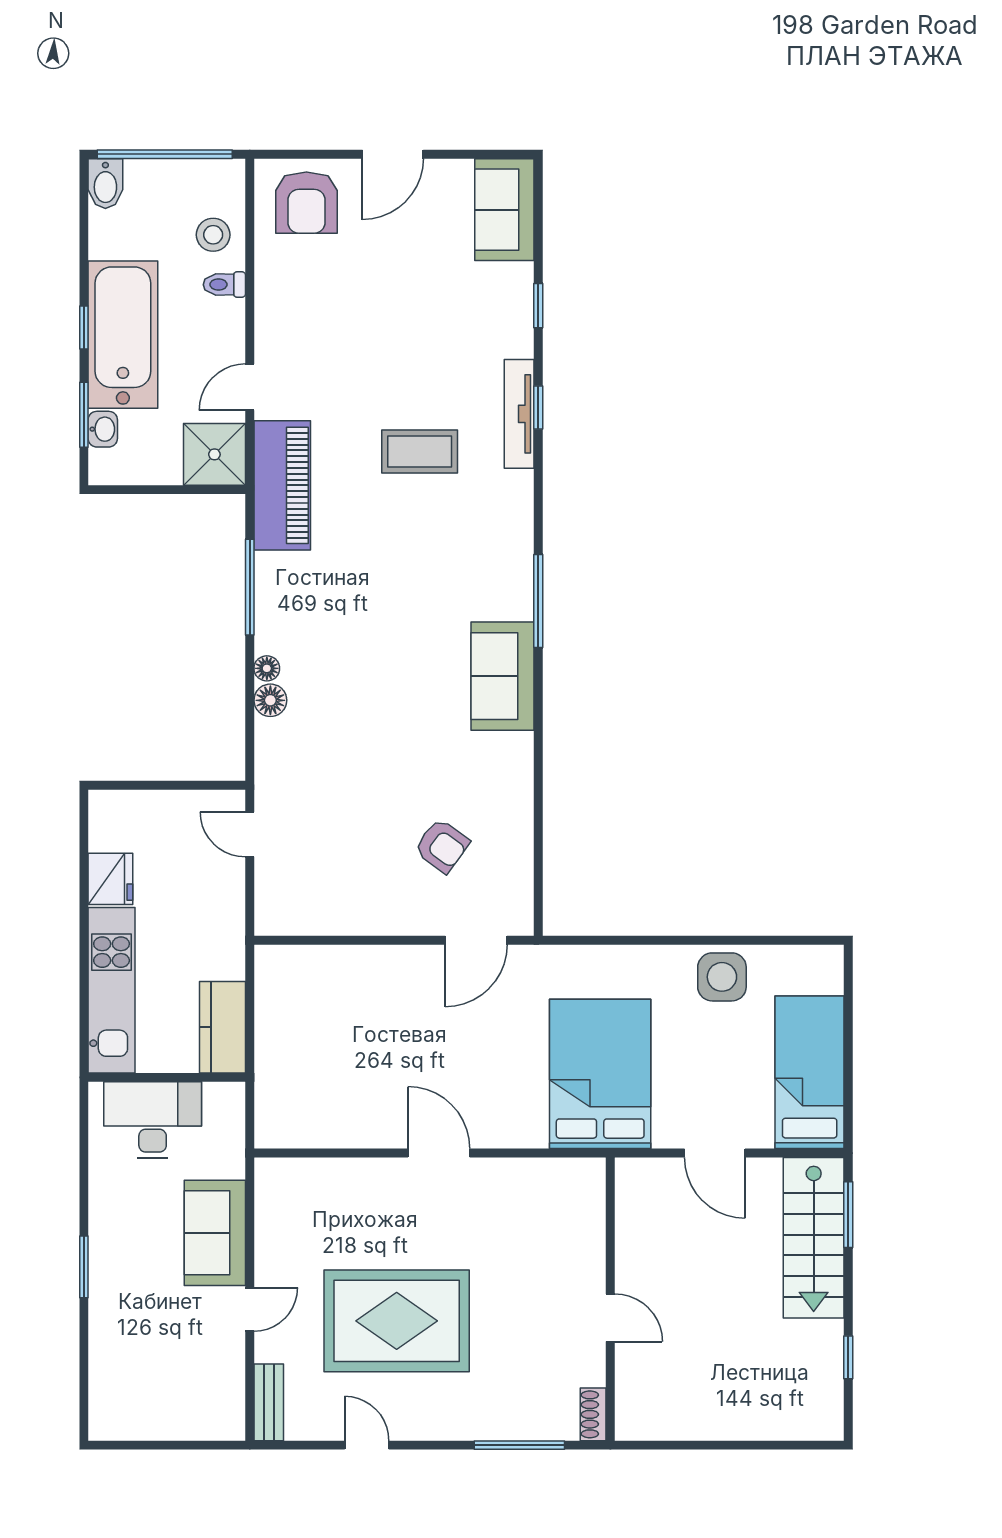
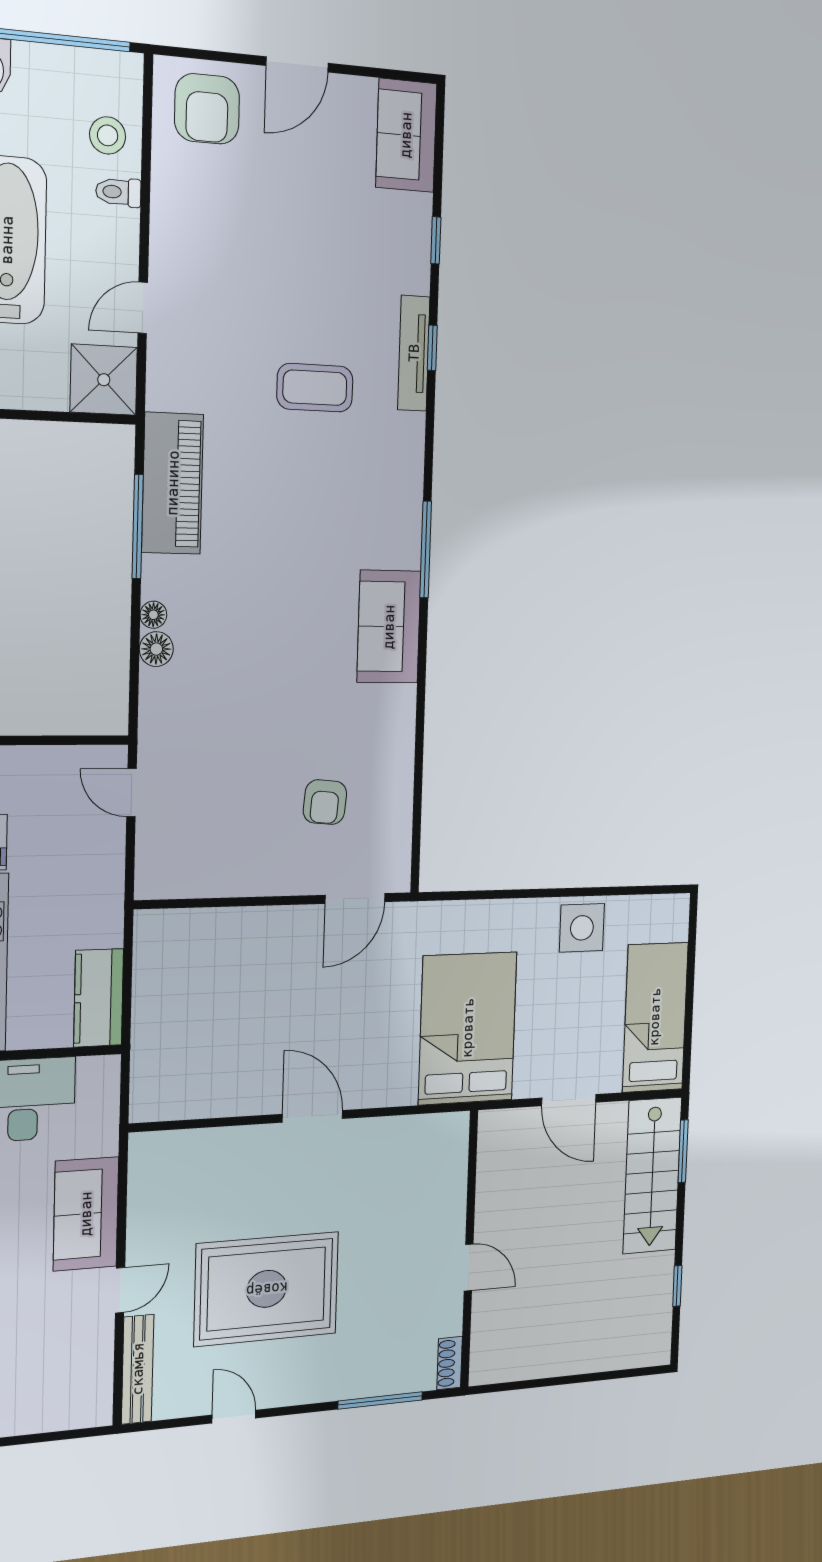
piano: (282, 485) -> (173, 483), moved
armchair: (442, 846) -> (325, 802), turned 59
bench: (269, 1402) -> (138, 1369), width x1.36

